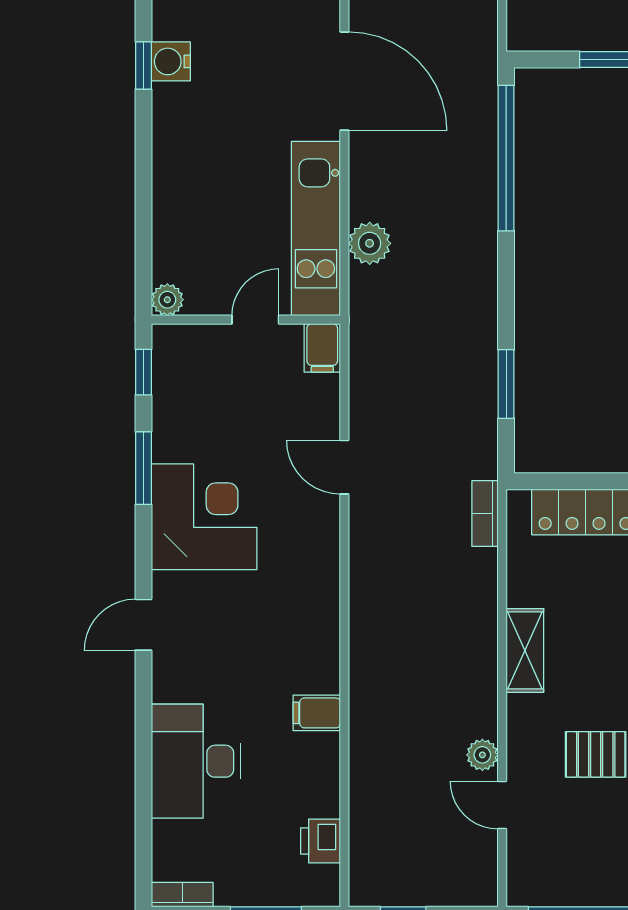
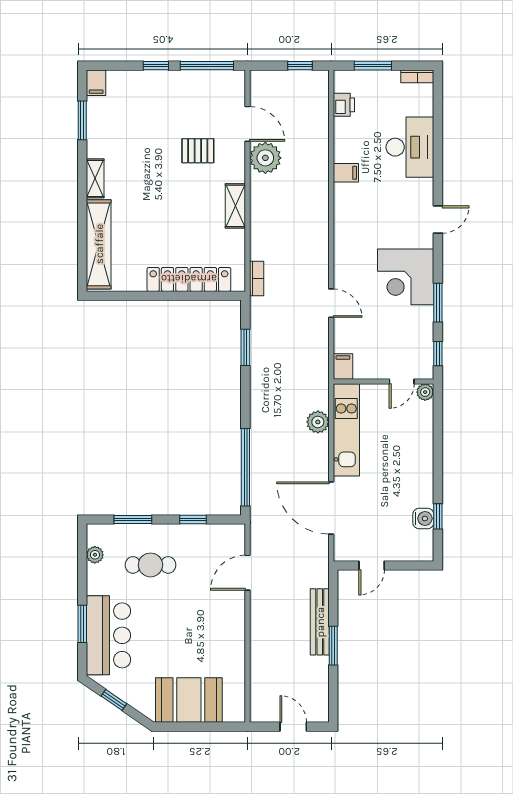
door: (255, 320) -> (402, 381), moved
plant: (482, 755) -> (265, 158), width x1.87, depth x1.87
door: (502, 805) -> (247, 124), width x1.38

